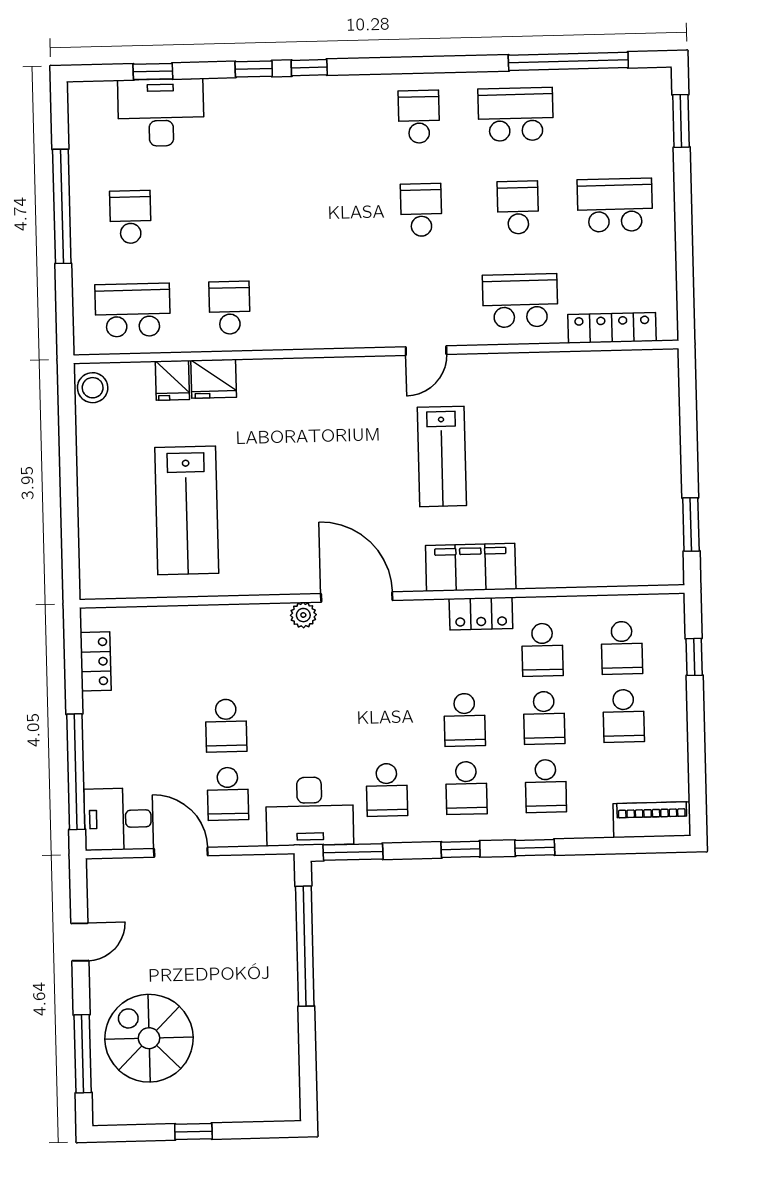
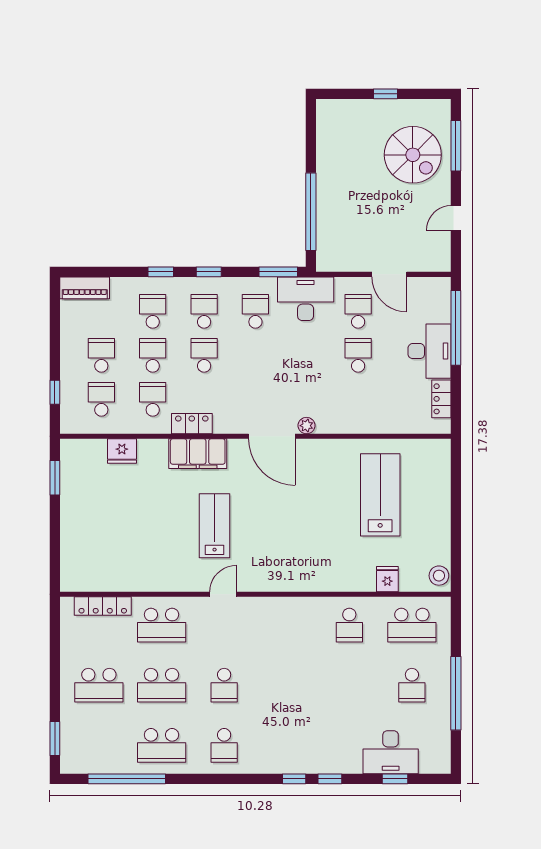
school desk: (518, 208) -> (162, 685), width x1.85
fridge: (214, 379) -> (122, 451), moved, turned 180
desk: (118, 819) -> (430, 351), moved, width x1.37

